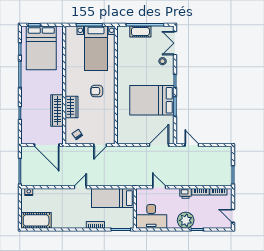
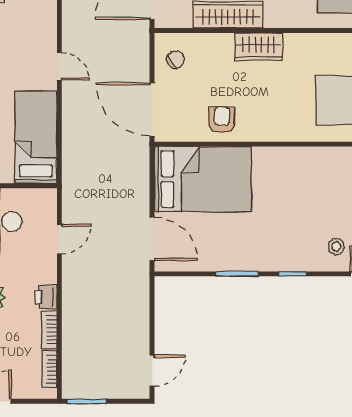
armchair: (97, 91) -> (222, 120), moved
bed: (152, 100) -> (203, 179), moved, turned 90
wardrobe: (72, 107) -> (259, 47), moved
door: (100, 145) -> (152, 109), width x1.87
door: (192, 145) -> (152, 370), moved

